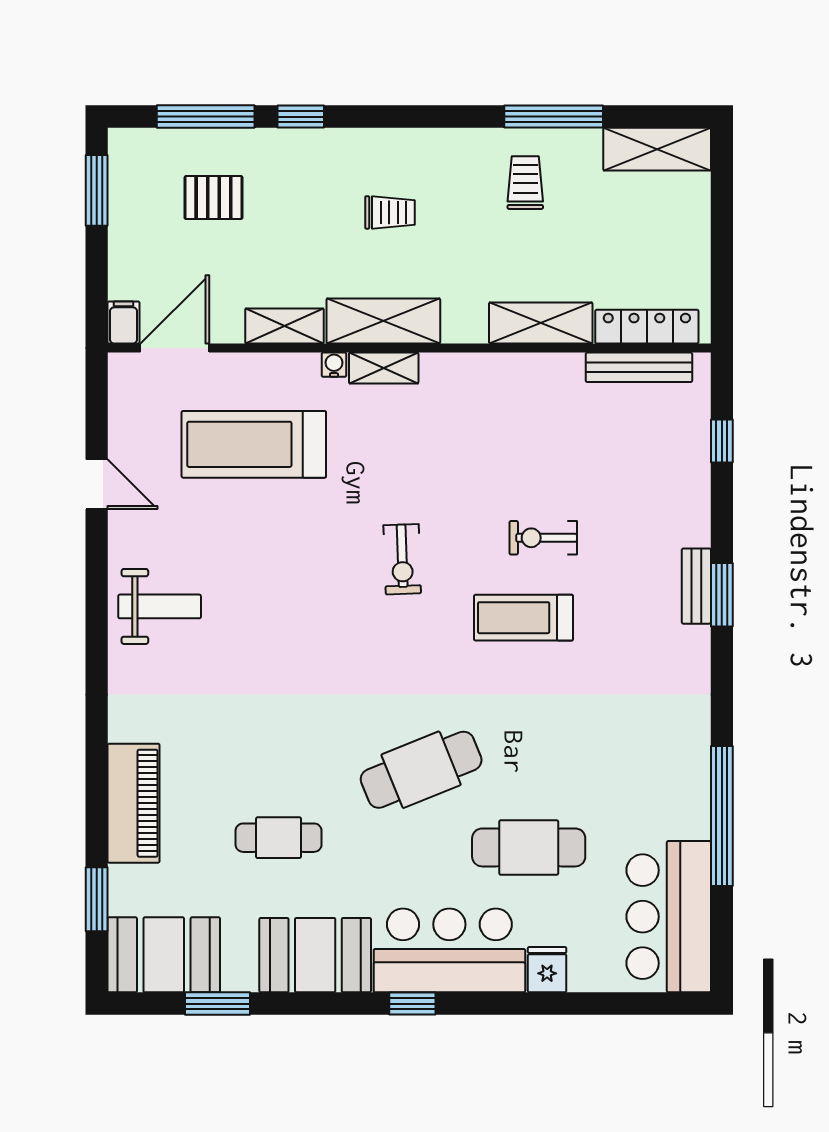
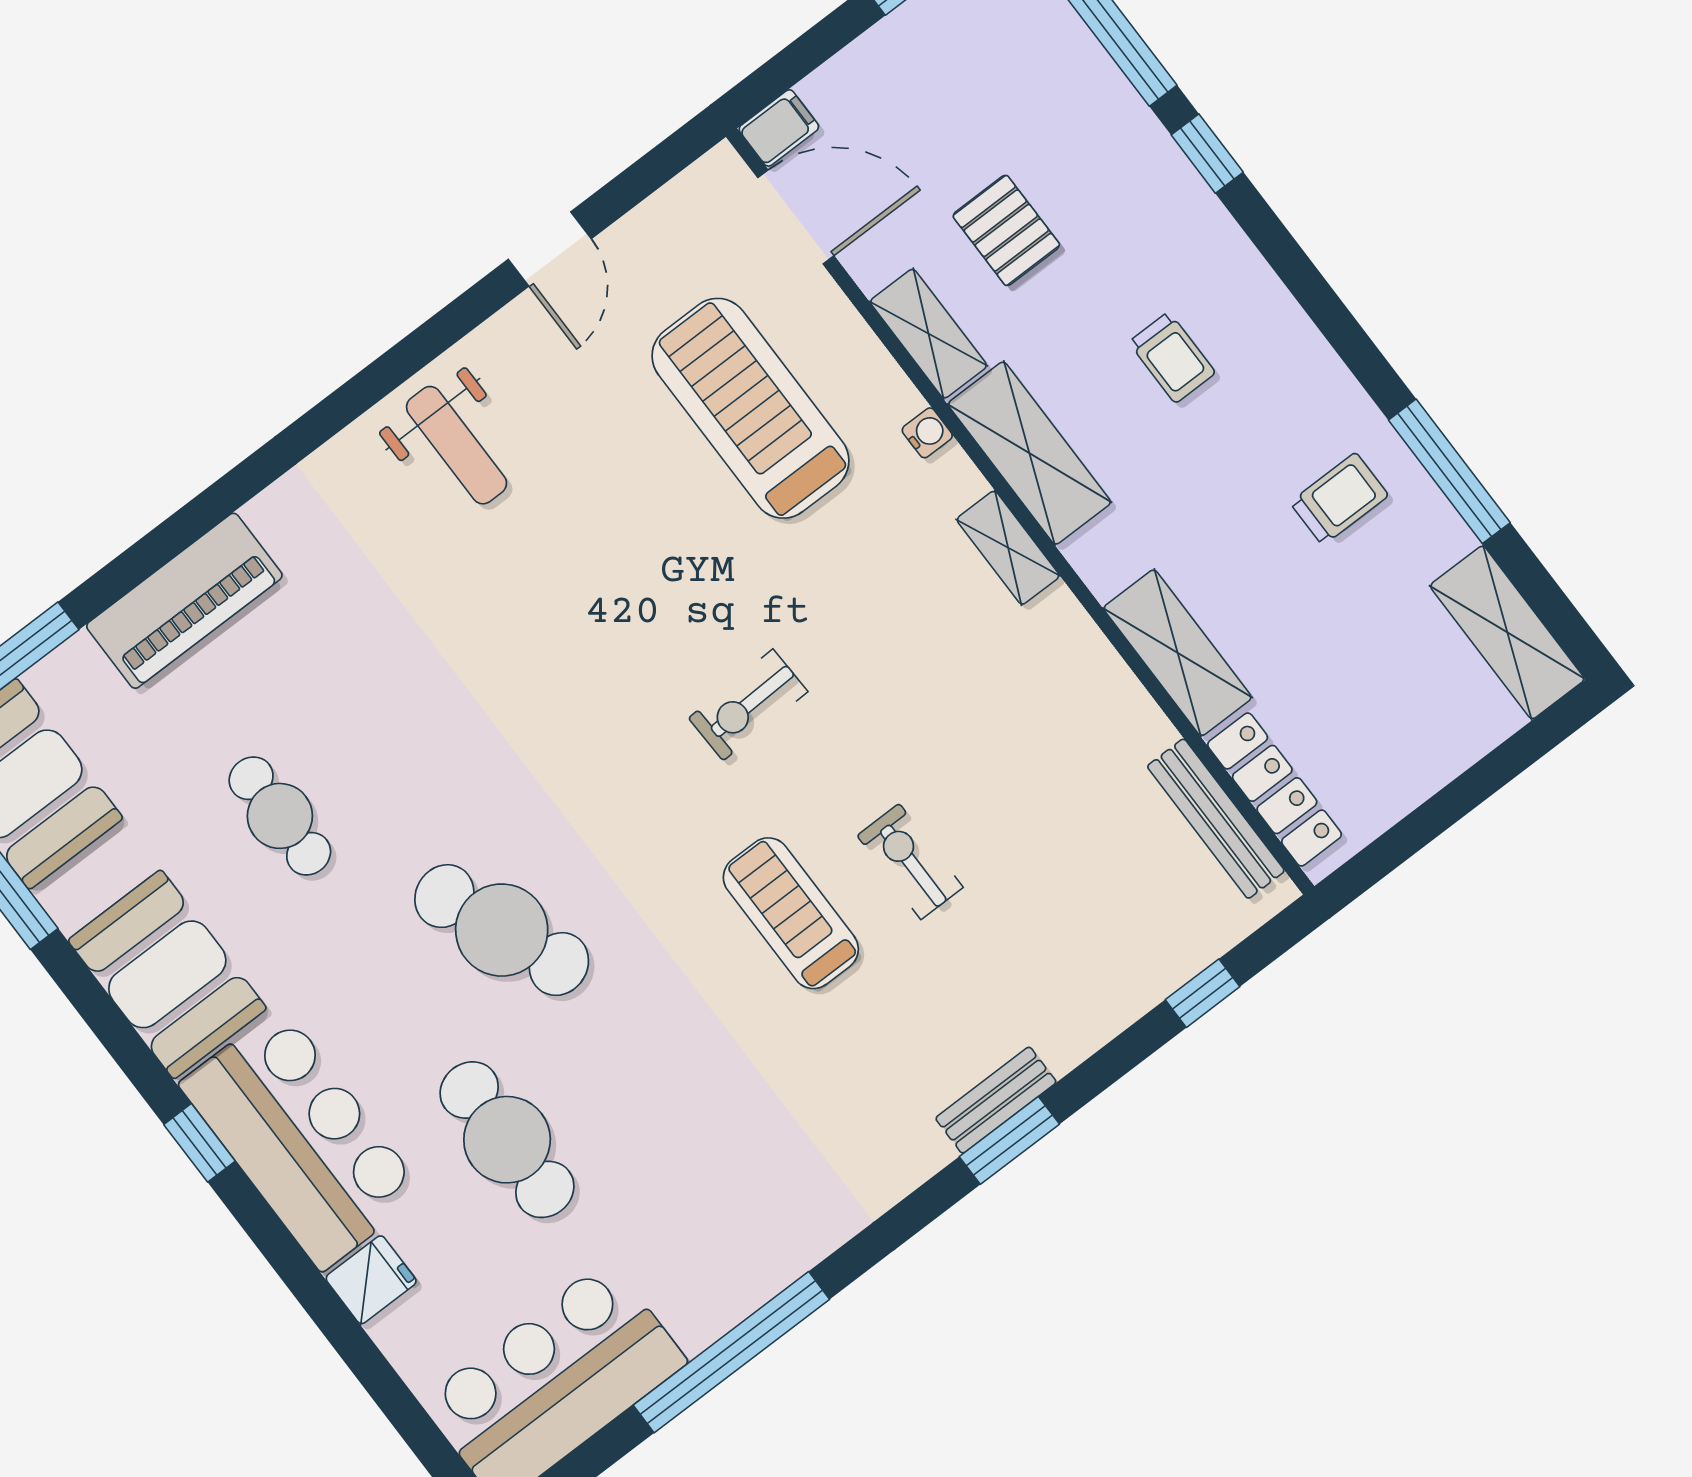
pallet: (213, 198) -> (1006, 230), moved
shelving: (384, 368) -> (1008, 548), moved

